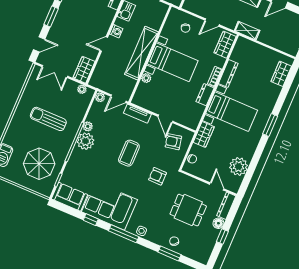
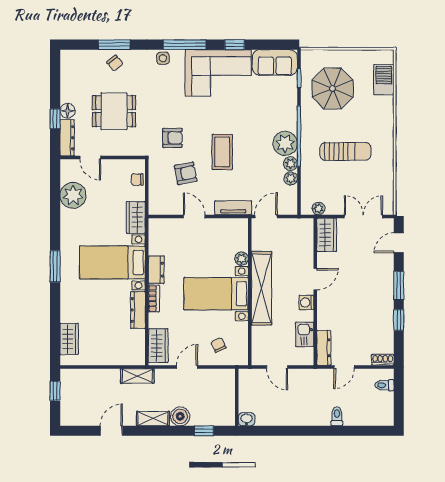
plant: (100, 97) -> (291, 178), moved
armchair: (173, 142) -> (186, 173), moved
window: (222, 237) -> (55, 119), moved

